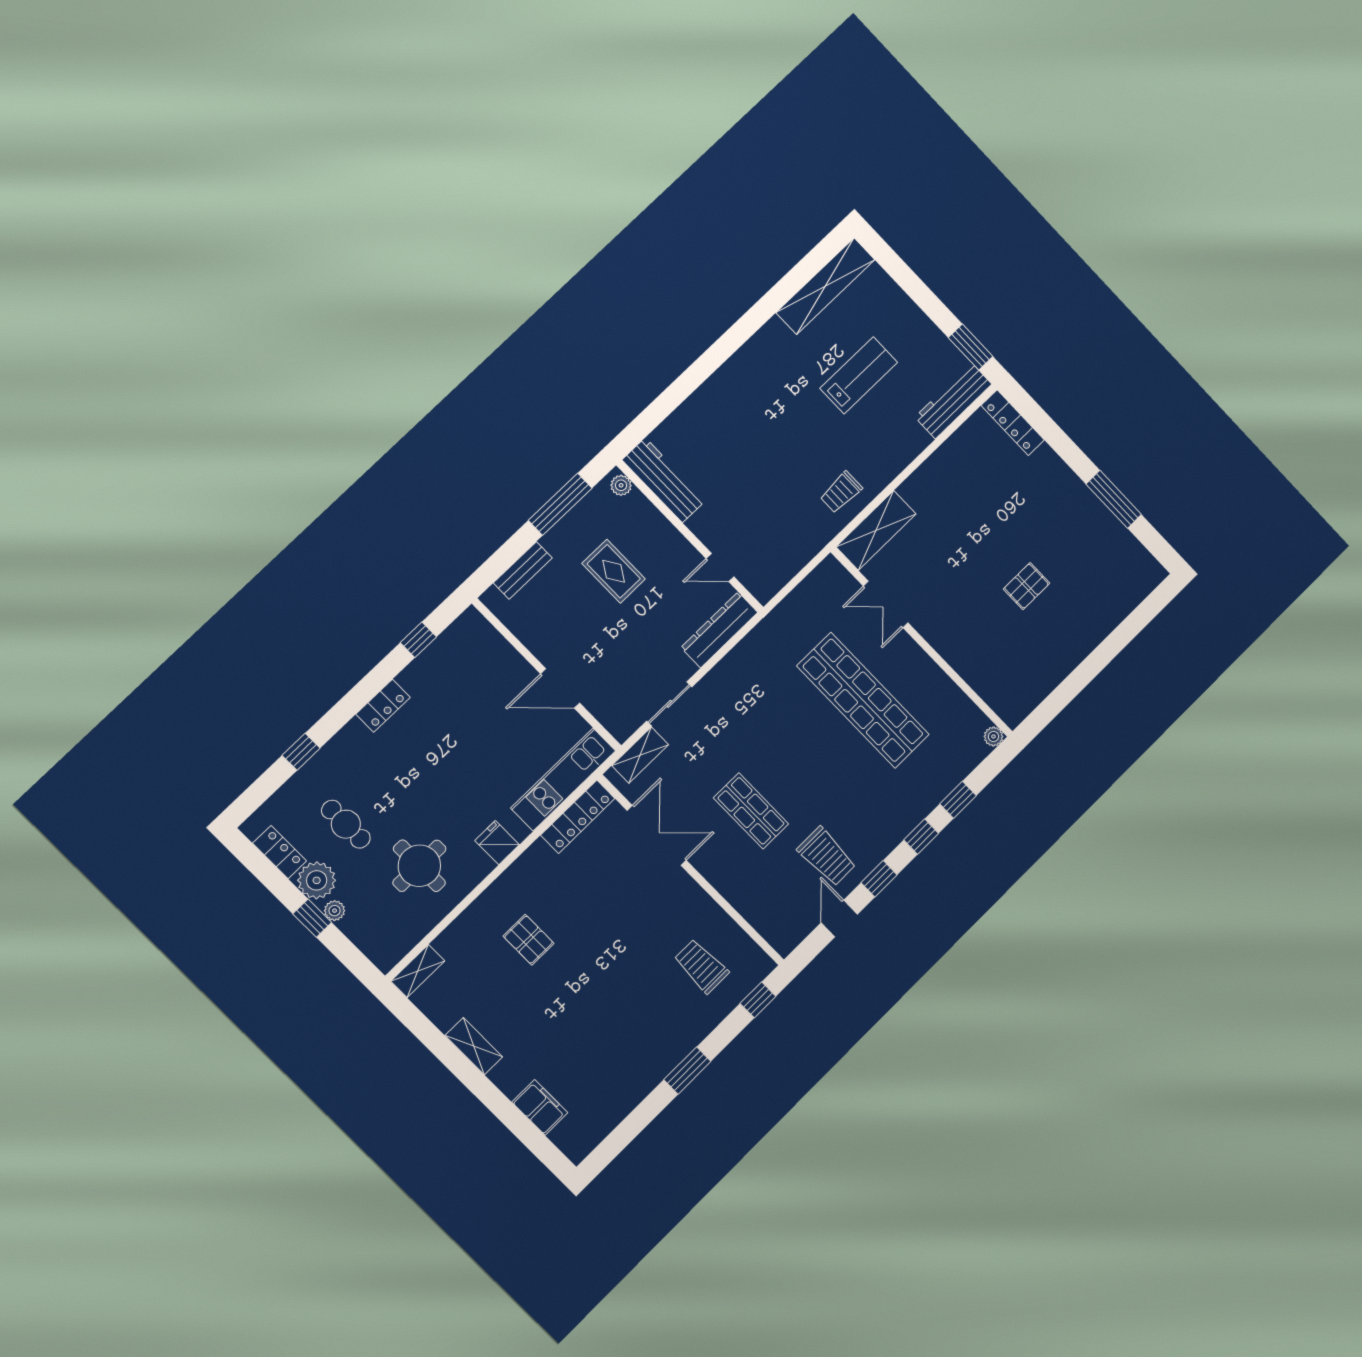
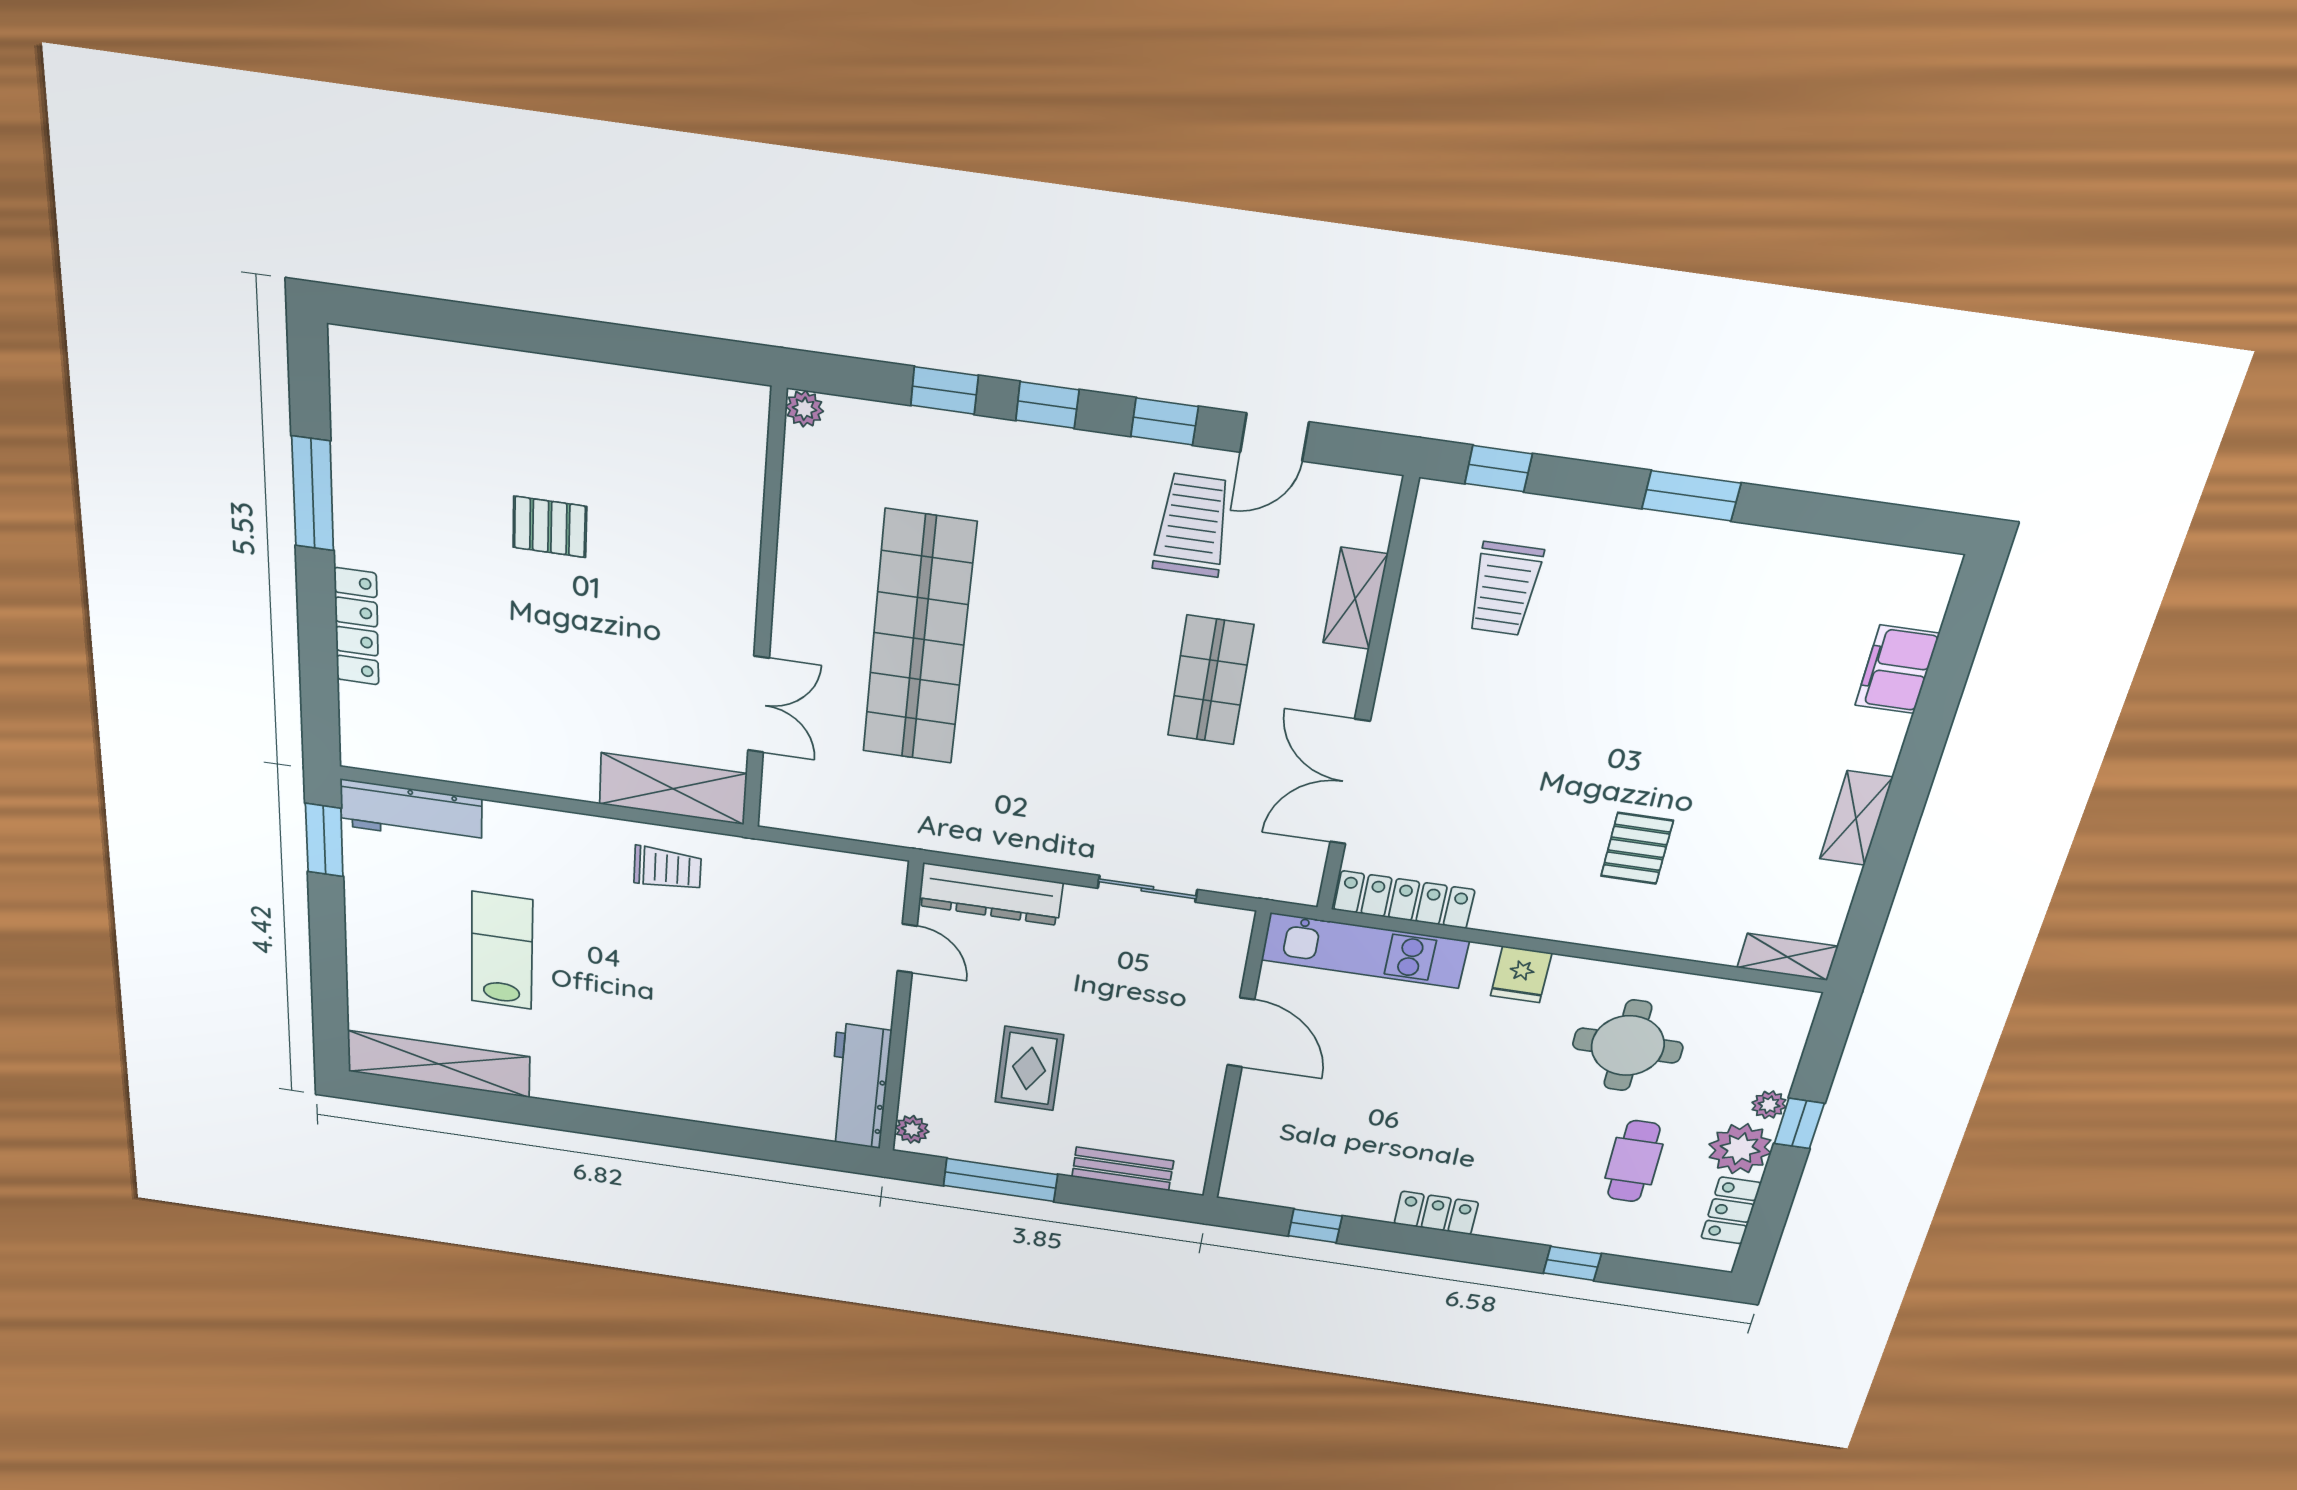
lab bench: (859, 375) -> (502, 951), turned 90
locker: (1013, 423) -> (357, 627), moved
shelving: (640, 755) -> (1355, 599), moved, turned 90

